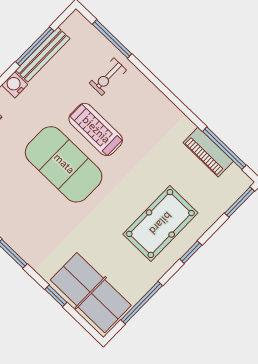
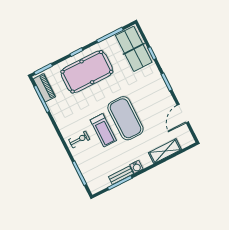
bench: (43, 54) -> (121, 175), width x0.73
exercise bike: (108, 77) -> (79, 140), moved
piano: (208, 152) -> (44, 88), moved
pool table: (160, 223) -> (87, 72), width x1.36, depth x1.32

